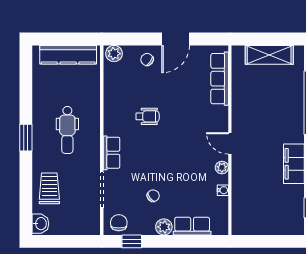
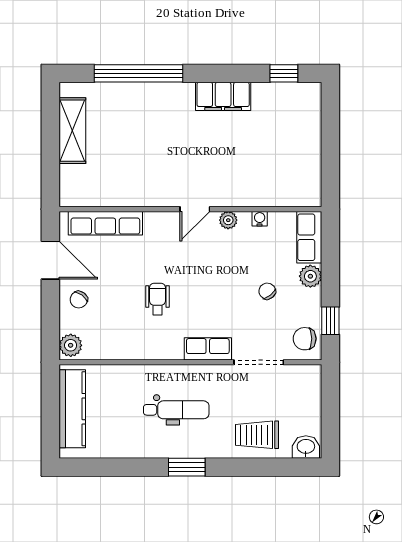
row of seats: (220, 79) -> (105, 223), moved
wall: (230, 140) -> (190, 209), moved
door: (230, 143) -> (195, 209), moved
plant: (222, 168) -> (228, 220), moved
water cooler: (223, 190) -> (260, 219), moved

